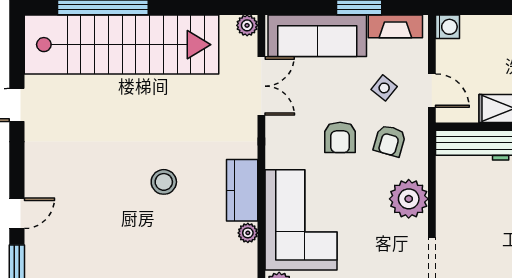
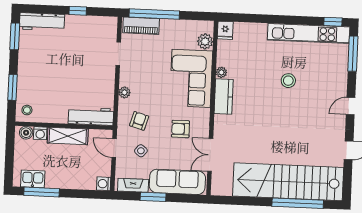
plant: (247, 25) -> (217, 189), removed
armchair: (340, 137) -> (181, 129), moved, turned -90
stool: (164, 182) -> (288, 81), moved
plant: (409, 199) -> (124, 92), width x0.53, depth x0.53
door: (17, 213) -> (351, 106), moved

